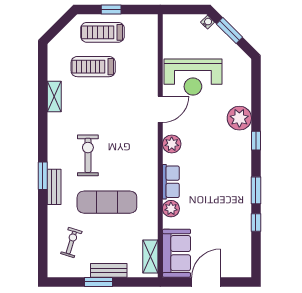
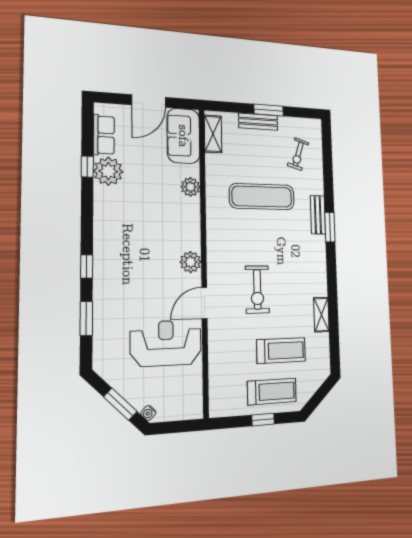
plant: (239, 118) -> (108, 171), moved
exercise bike: (88, 155) -> (257, 289), moved
row of seats: (171, 182) -> (104, 135), moved, turned 180
window: (256, 190) -> (86, 319), moved

